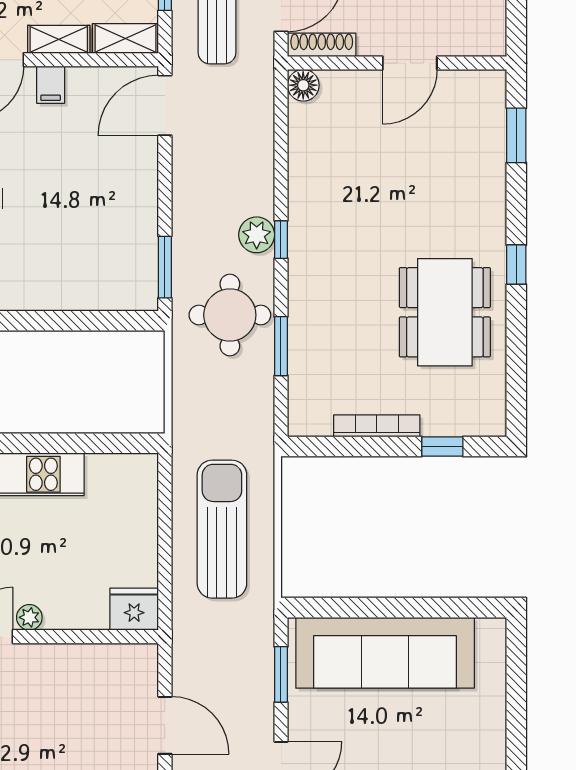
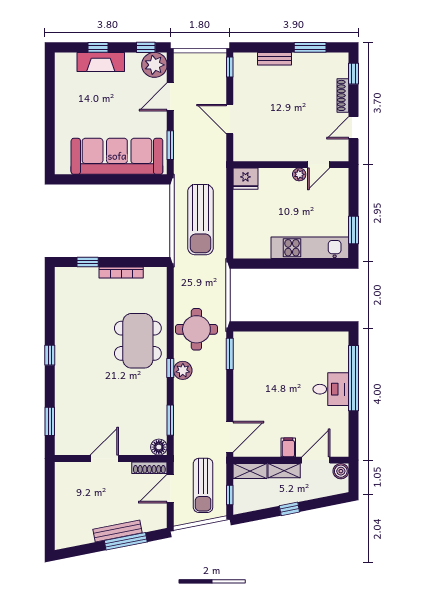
dining table: (445, 312) -> (138, 341), moved
window: (281, 346) -> (170, 420), moved

